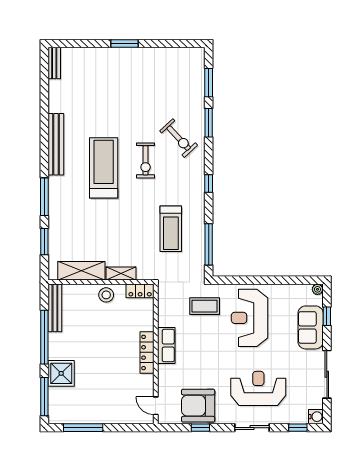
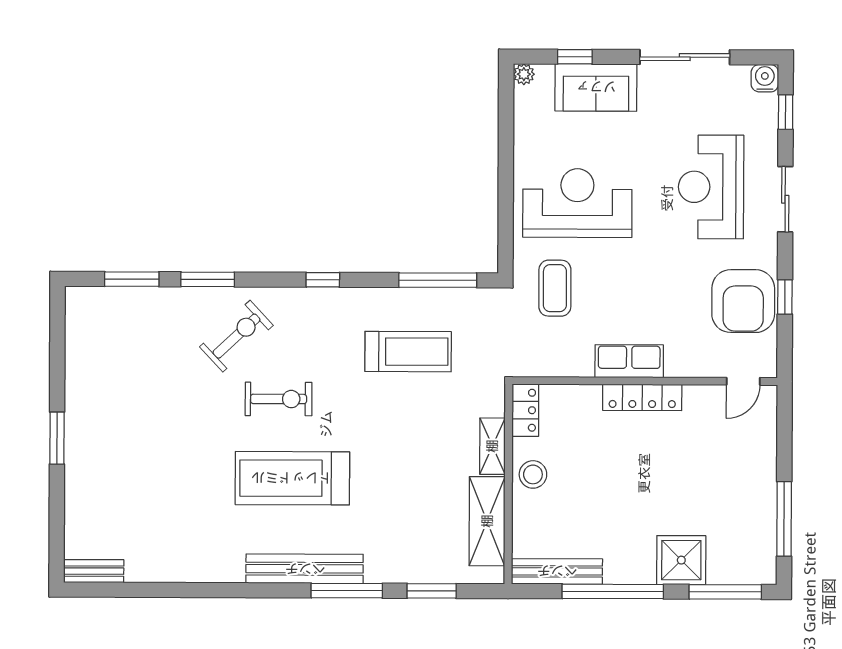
bench: (56, 144) -> (305, 569), moved
reception desk: (250, 318) -> (577, 203), turned 180

